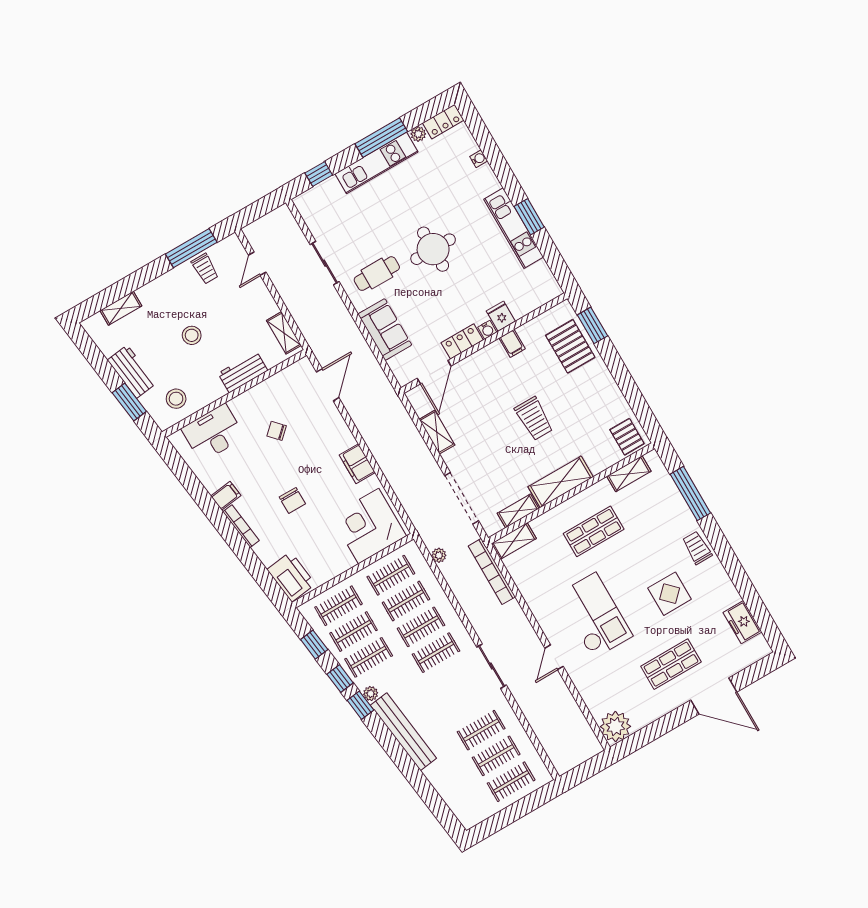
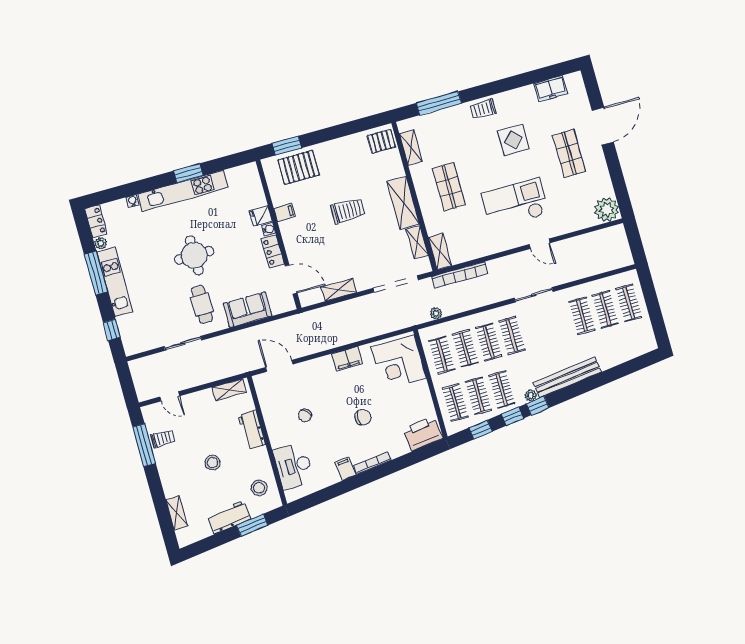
kitchen unit: (514, 228) -> (183, 191), width x1.36

